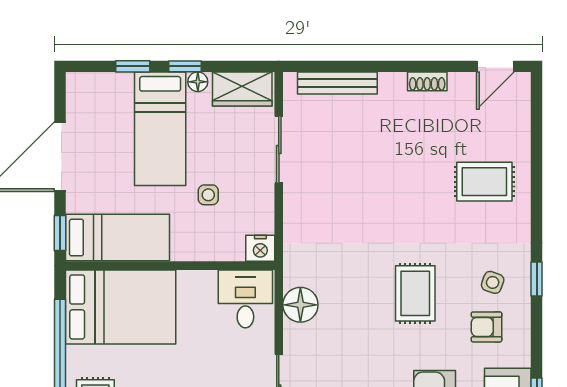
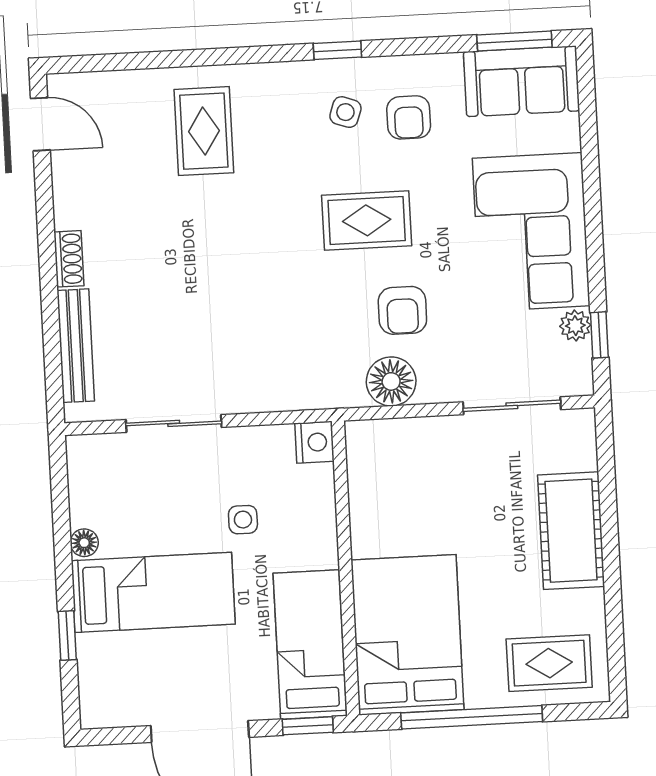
window: (185, 66) -> (63, 562), removed
shoe rack: (427, 81) -> (69, 259), moved
wardrobe: (242, 89) -> (91, 479), removed
desk: (245, 299) -> (387, 459), removed
armchair: (350, 315) -> (402, 310), added

